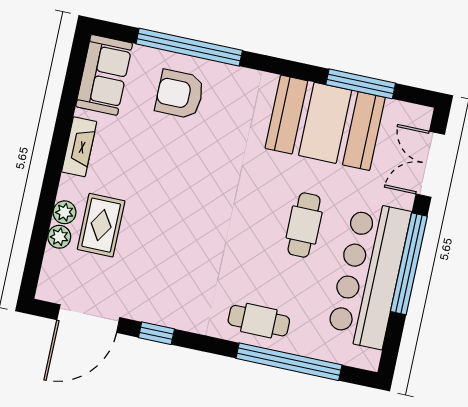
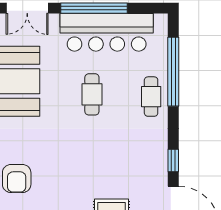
cafe table: (304, 225) -> (92, 94), moved, turned 90

